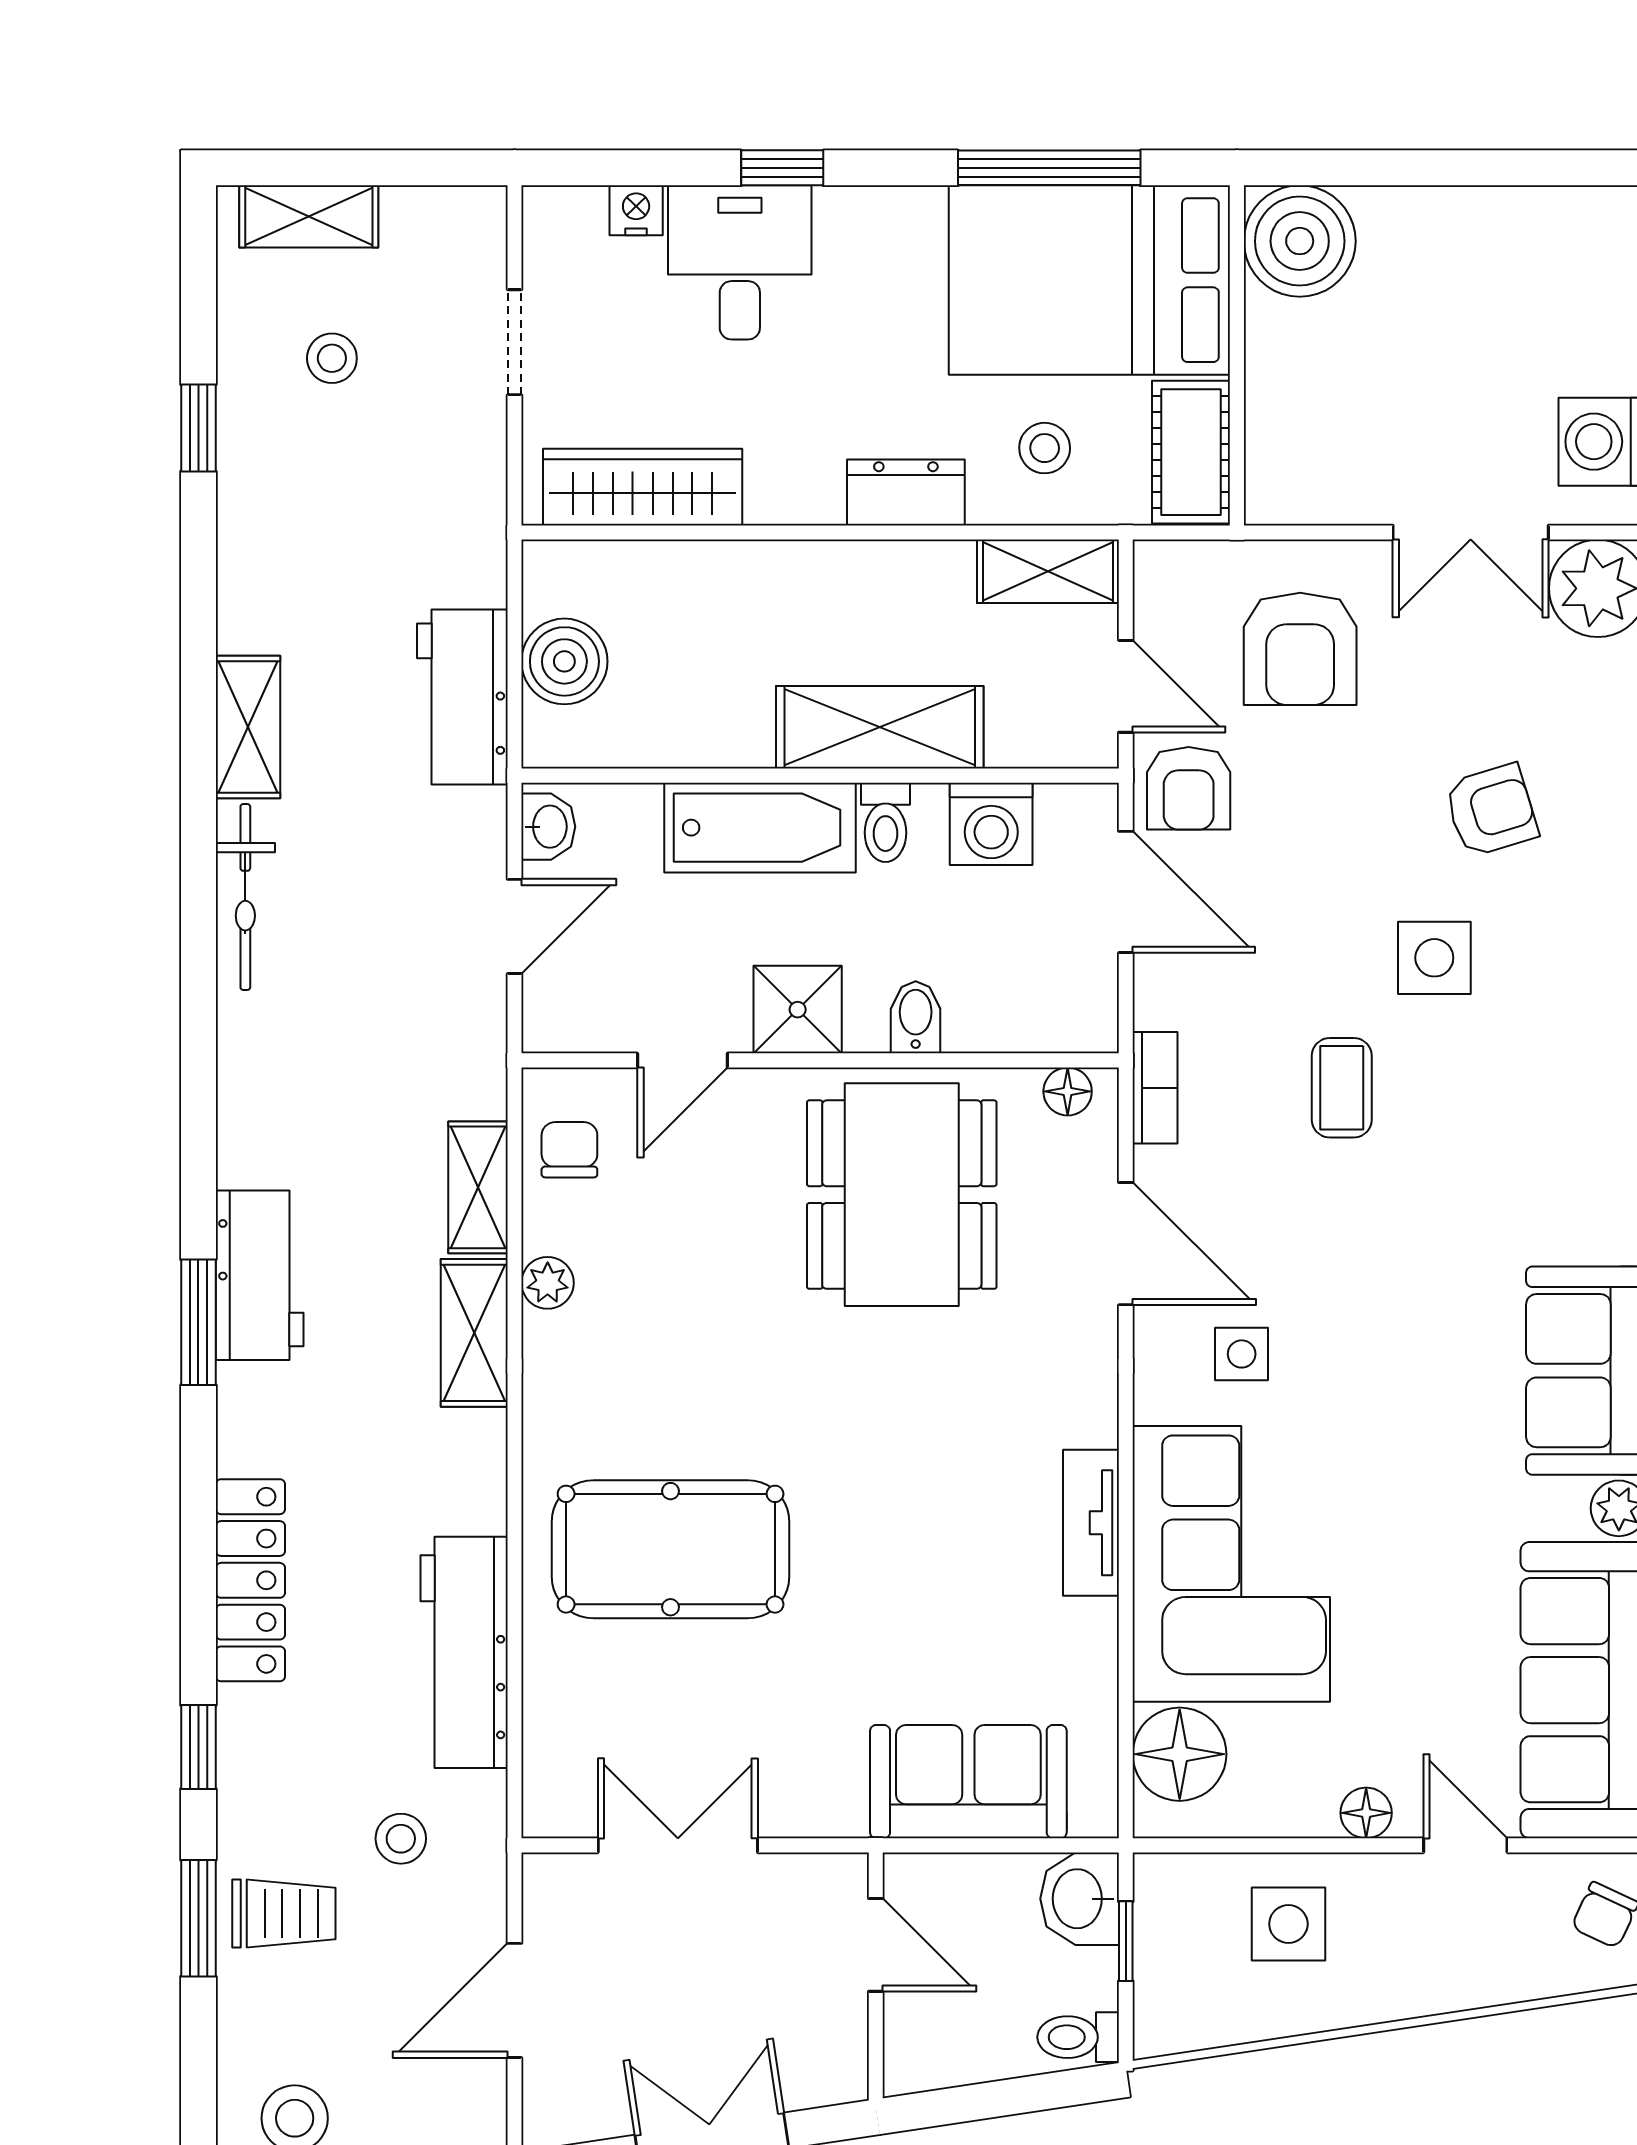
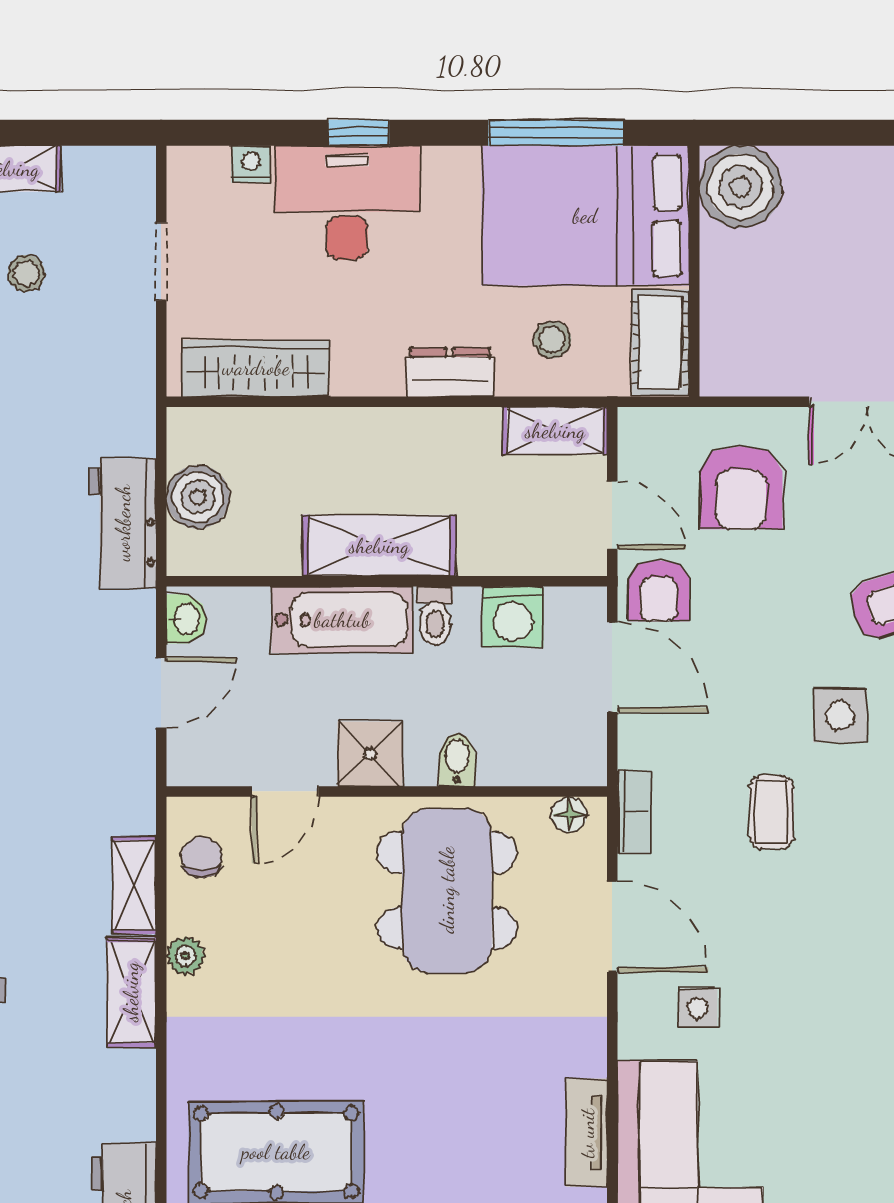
desk: (740, 262) -> (347, 203), width x1.37
shelving: (880, 727) -> (379, 546), moved

